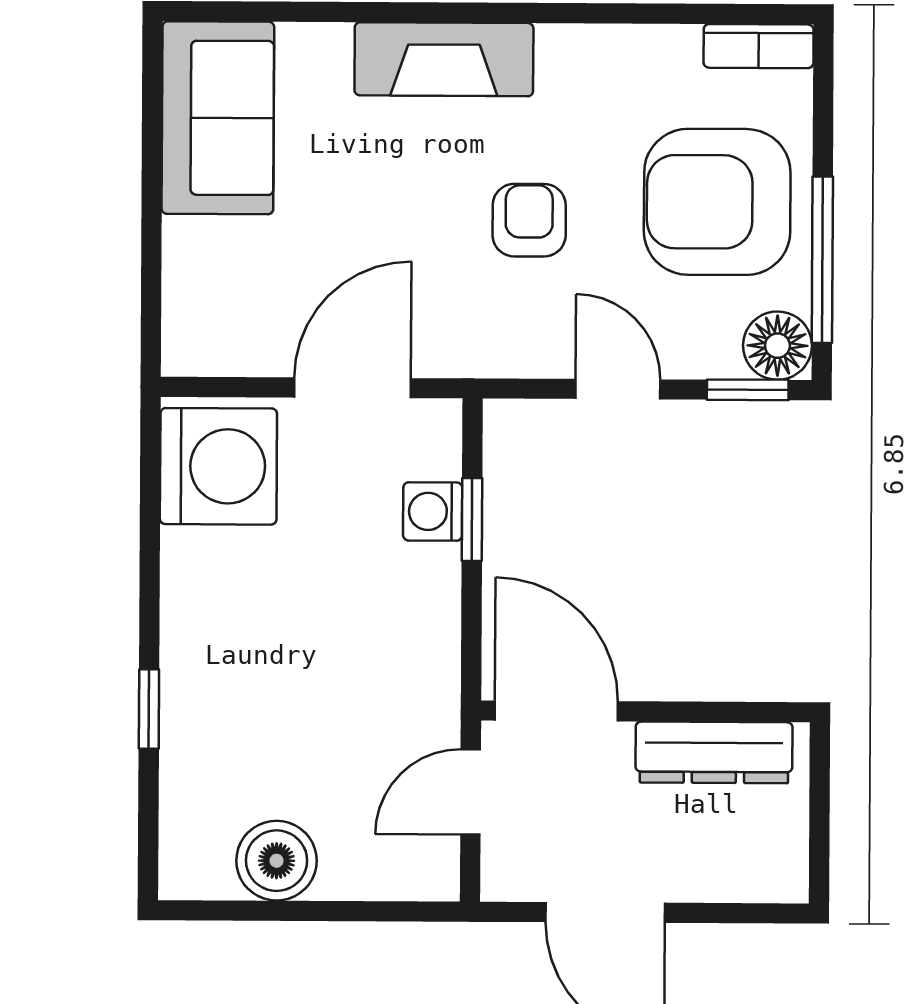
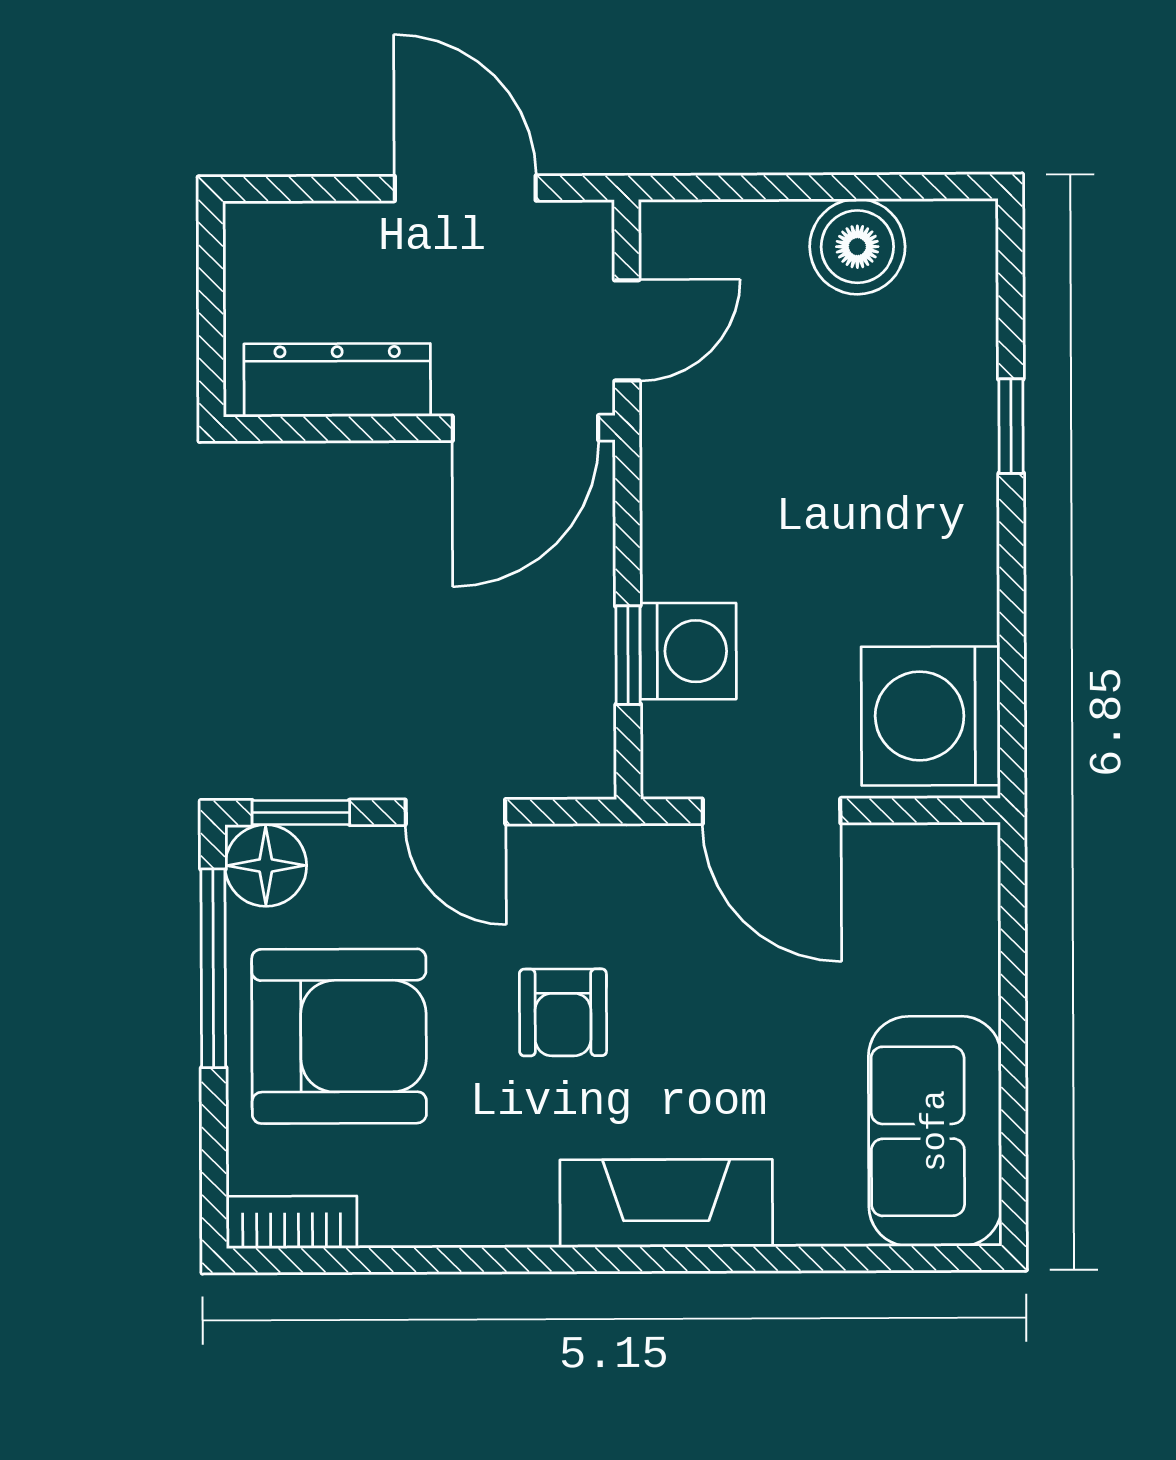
door: (353, 388) -> (772, 811), hinge flipped
washing machine: (433, 511) -> (688, 651), width x1.38, depth x1.38
door: (556, 711) -> (525, 428), hinge flipped

